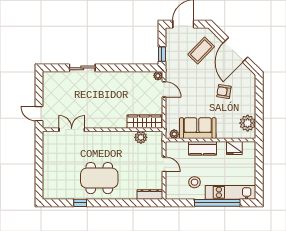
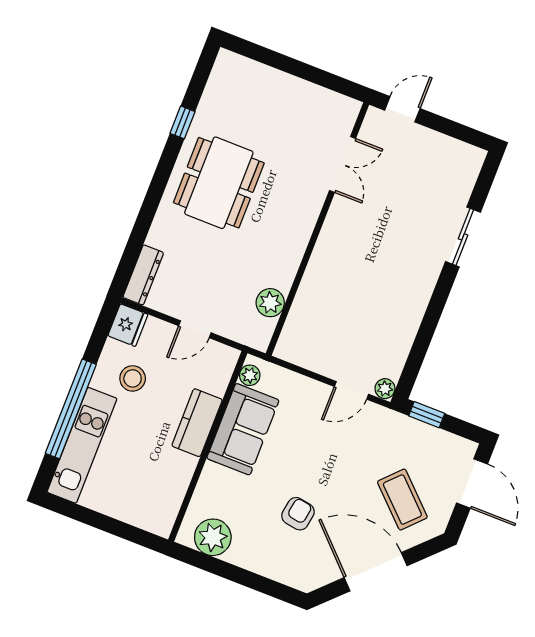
wardrobe: (144, 122) -> (300, 323), removed
fridge: (234, 148) -> (128, 325), moved, turned 180

